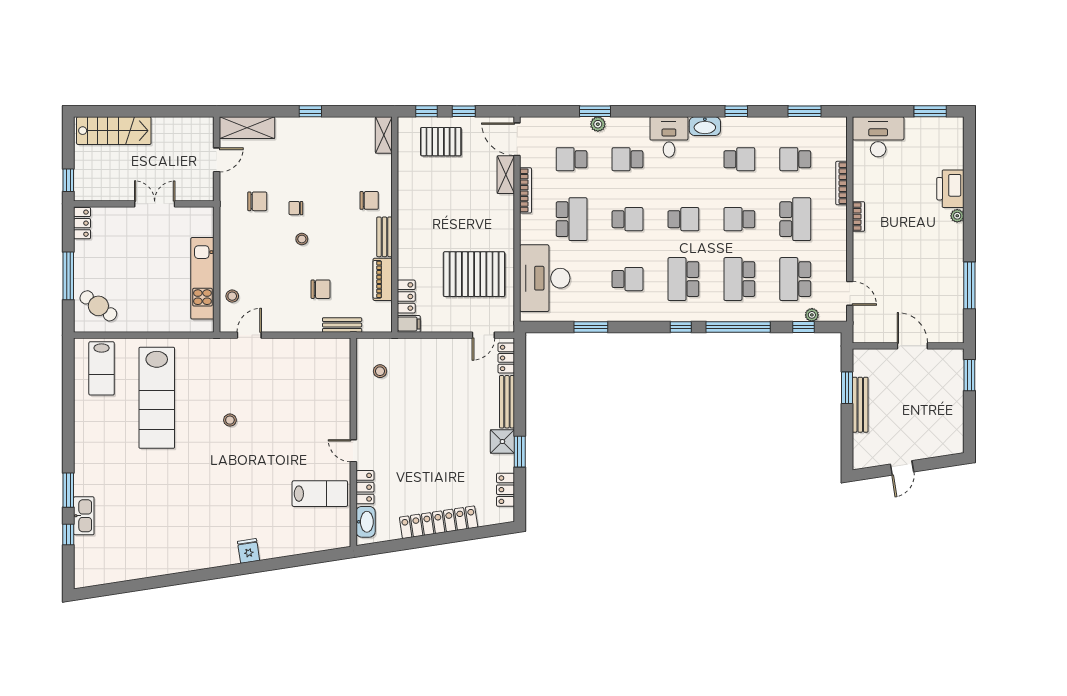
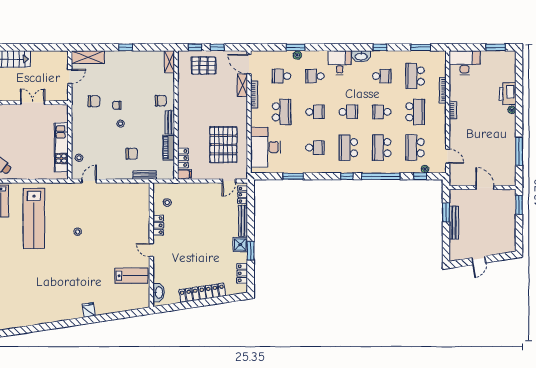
school desk: (795, 159) -> (415, 76), width x1.85
pallet: (474, 274) -> (223, 145), turned 90
locker: (365, 487) -> (158, 225), moved

